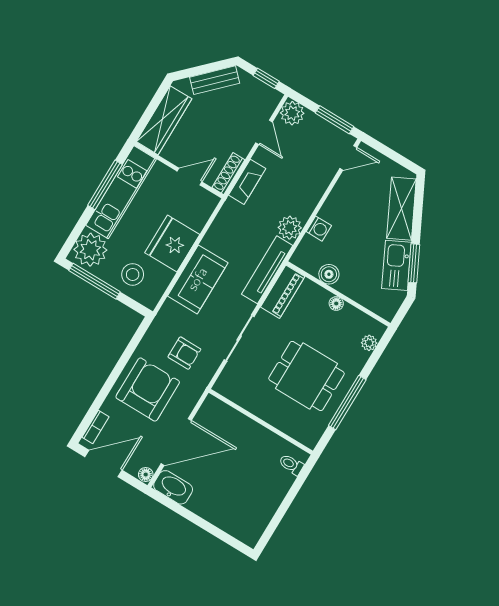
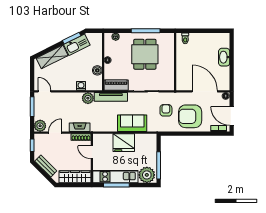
stool: (133, 274) -> (146, 151), removed
washbasin: (173, 487) -> (224, 57), moved

